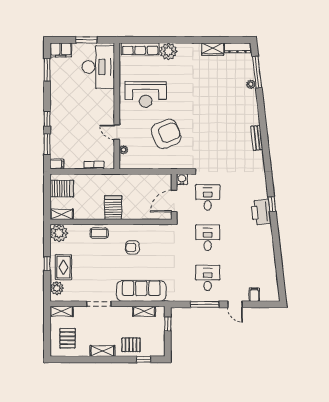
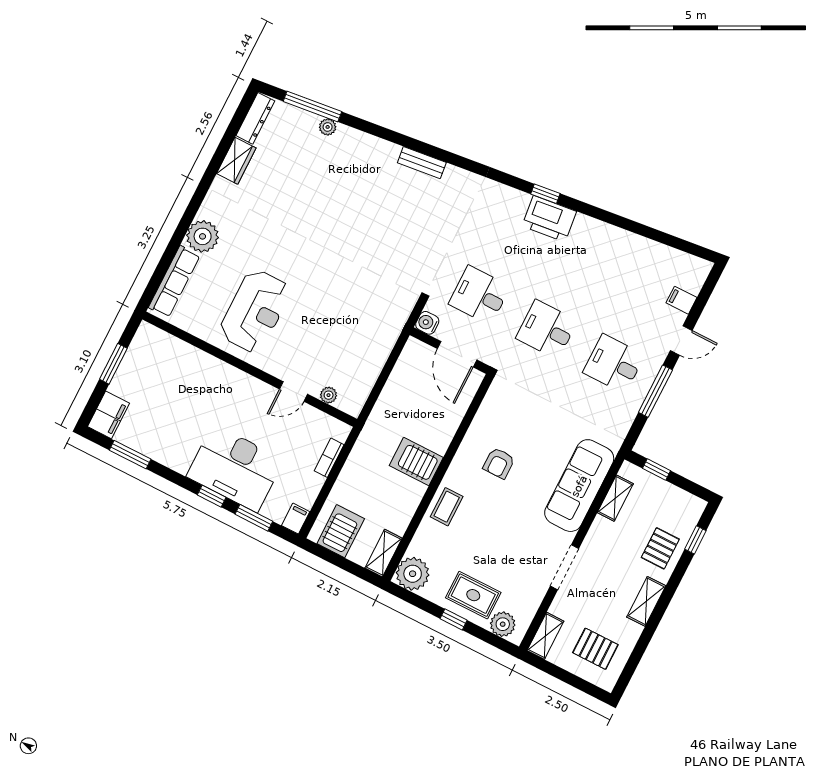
desk: (98, 67) -> (235, 468), moved, turned 180
armchair: (166, 134) -> (338, 310), removed

